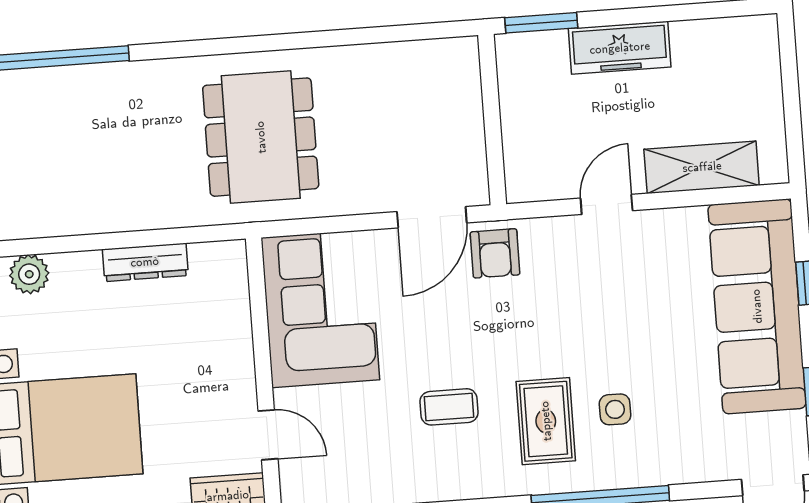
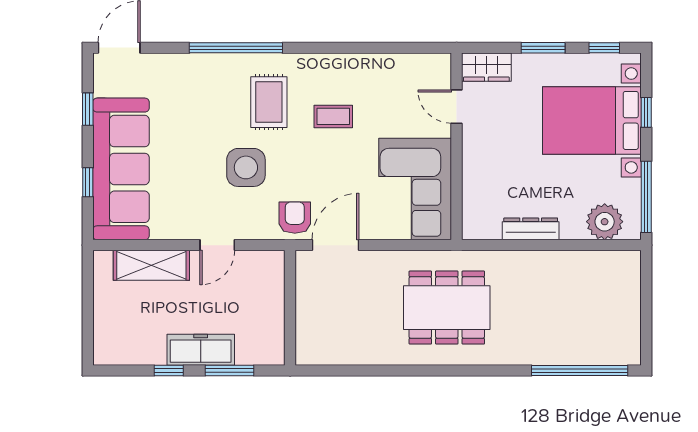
window: (664, 14) -> (169, 371), added
window: (541, 23) -> (229, 371), moved
dining table: (261, 137) -> (447, 308), turned 90
plant: (29, 274) -> (605, 222), width x1.36, depth x1.36
side table: (615, 409) -> (246, 167), moved, width x1.87, depth x1.87

